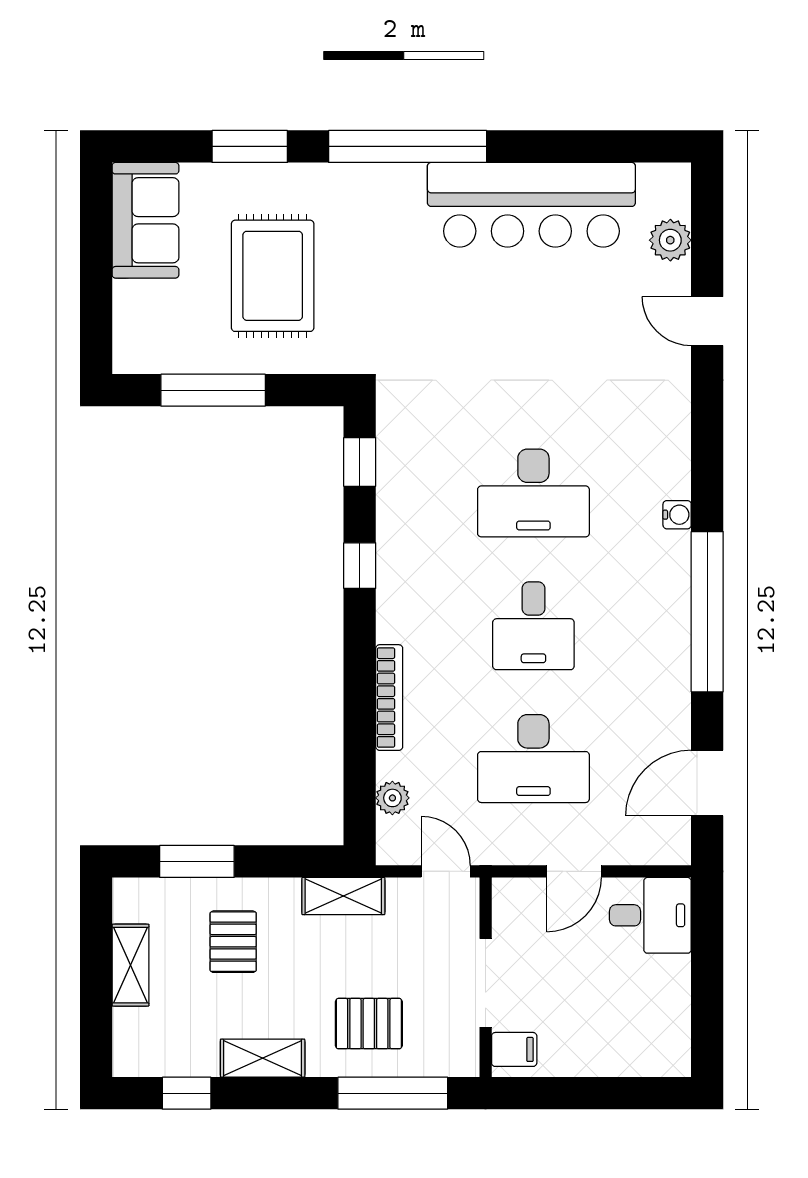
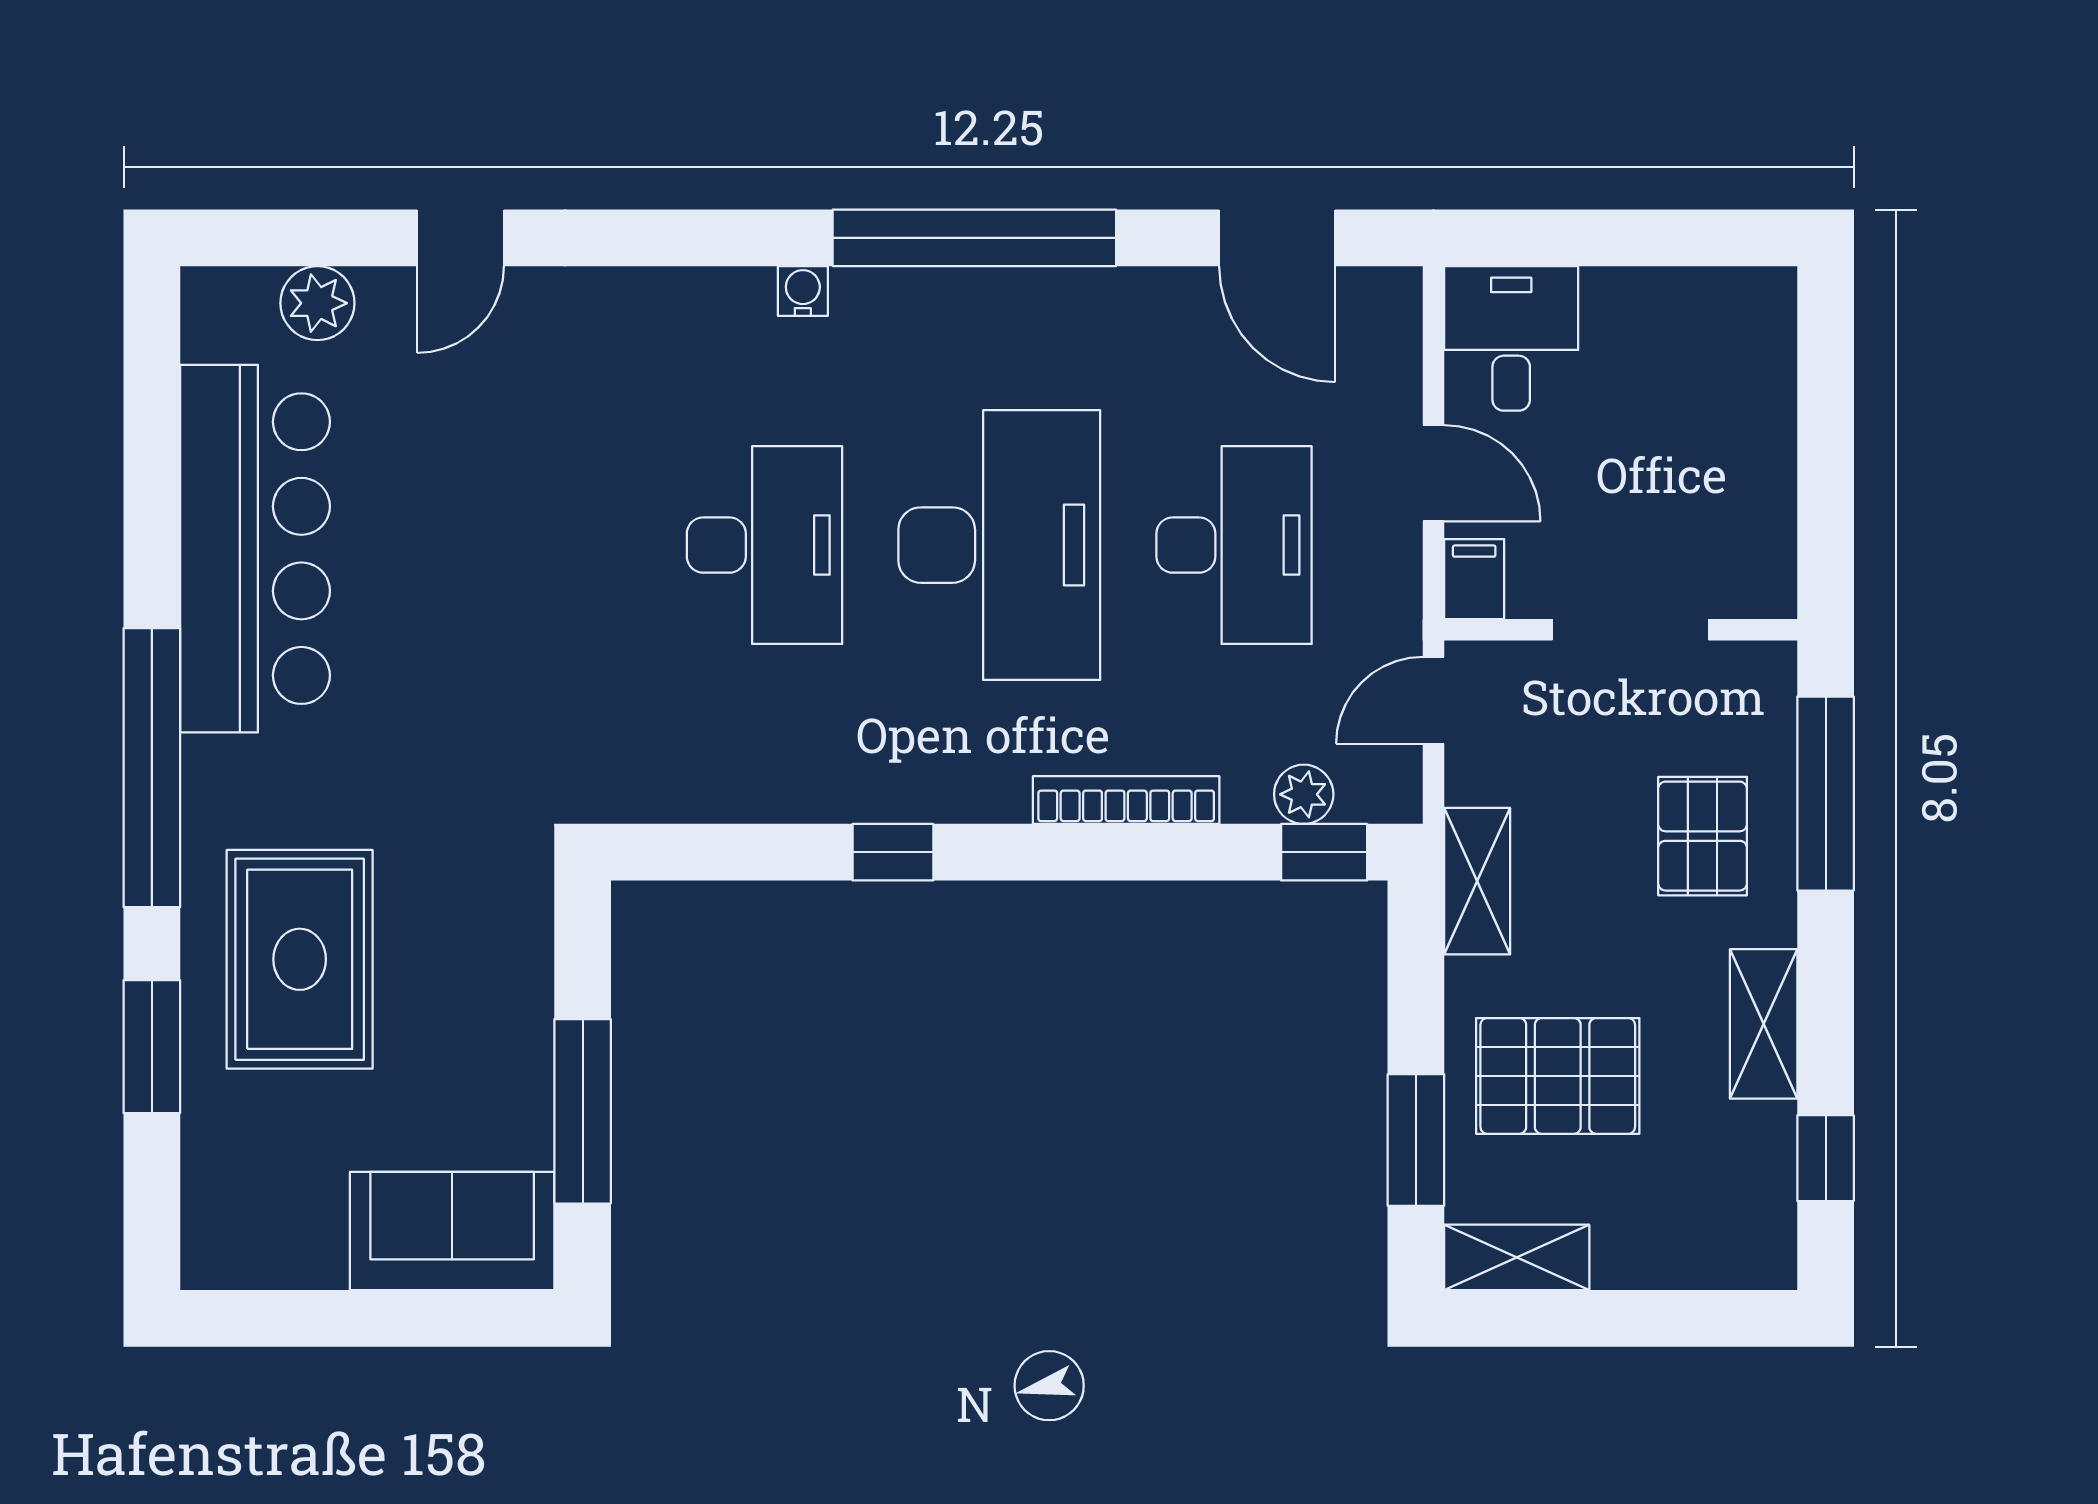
sofa: (145, 220) -> (452, 1231), moved
rug: (273, 276) -> (300, 959), moved, turned 90
window: (360, 462) -> (1324, 852), moved
desk: (533, 626) -> (999, 545), width x1.87, depth x1.30
pallet: (233, 942) -> (1558, 1076), width x1.50, depth x1.42
shelving: (131, 965) -> (1517, 1257), moved
filing cabinet: (514, 1049) -> (1474, 579), moved

